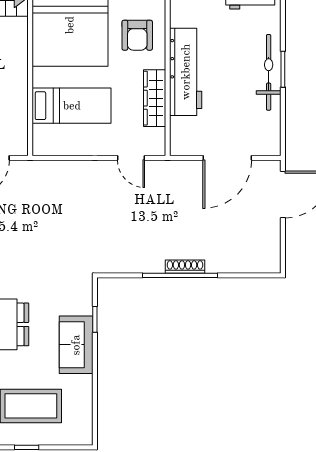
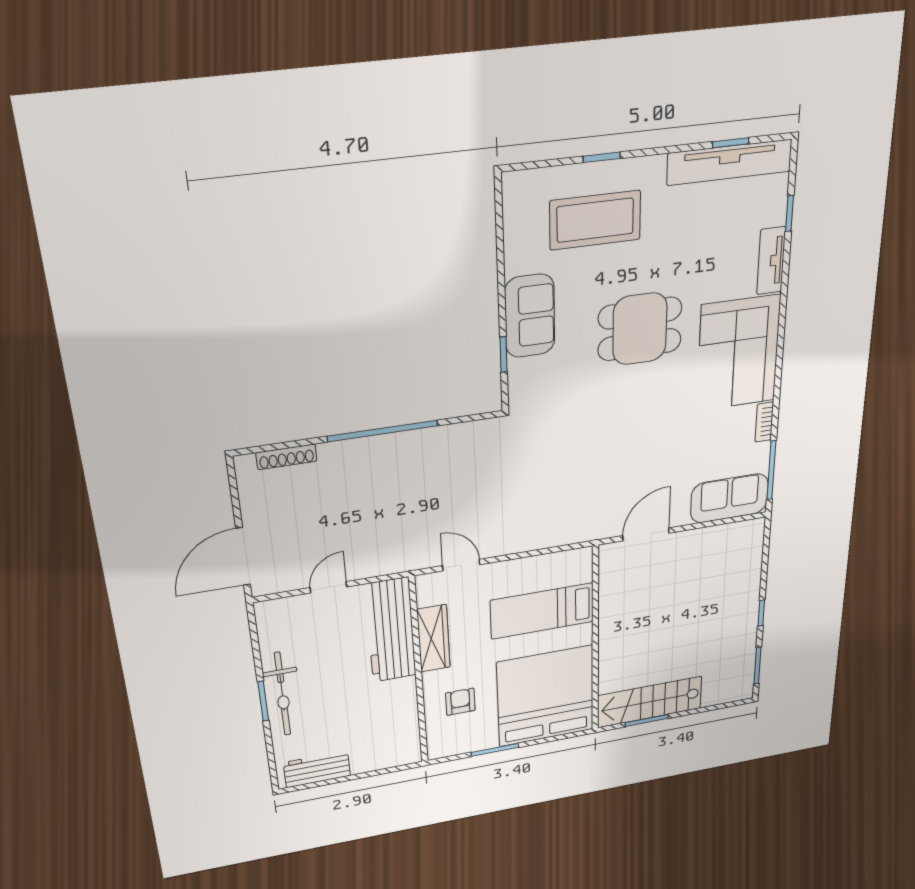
armchair: (137, 35) -> (460, 702), width x0.72, depth x0.72
workbench: (186, 72) -> (391, 630), moved
door: (227, 158) -> (328, 587), width x0.53
shoe rack: (185, 267) -> (286, 457), moved

